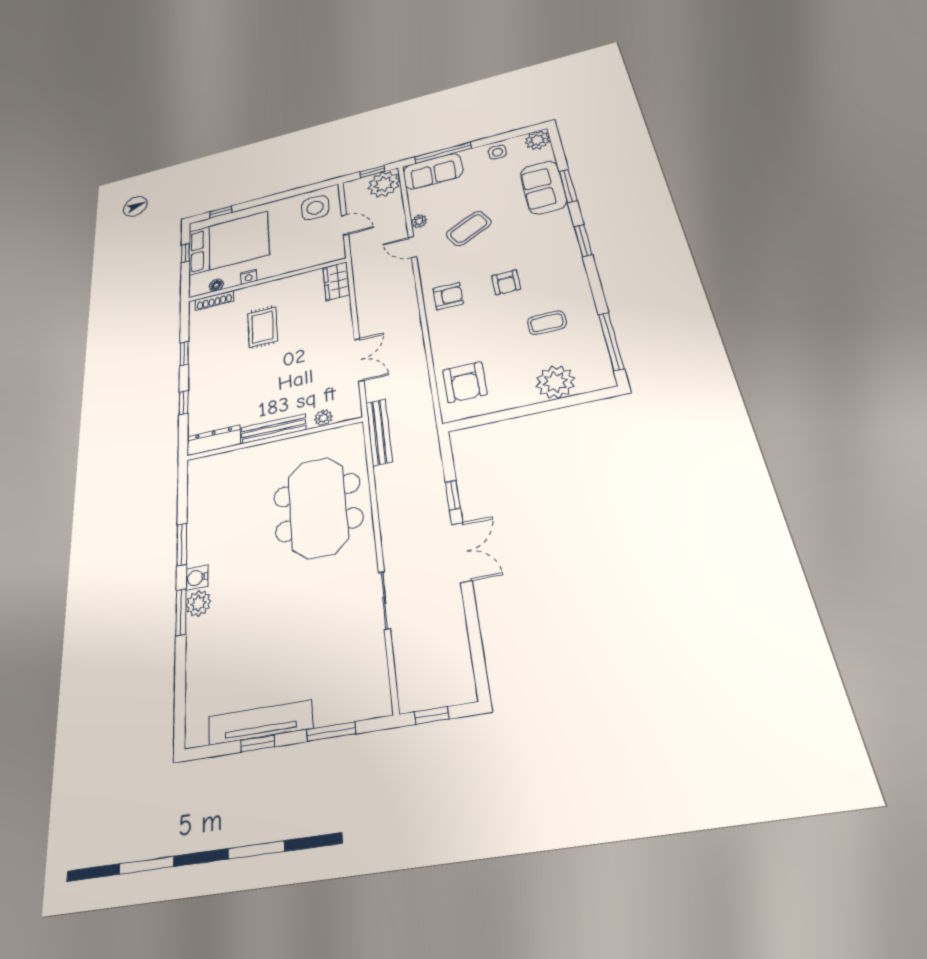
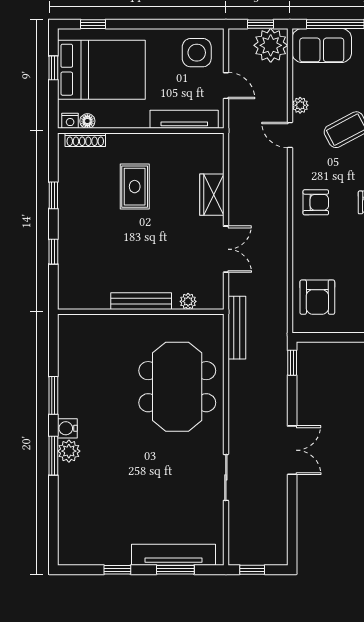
tv unit: (307, 261) -> (184, 119), added
nightstand: (249, 277) -> (70, 121), moved
wardrobe: (336, 281) -> (212, 195), moved
dresser: (214, 440) -> (83, 300), removed
window: (453, 495) -> (292, 363), moved
tv unit: (260, 722) -> (173, 555), moved

